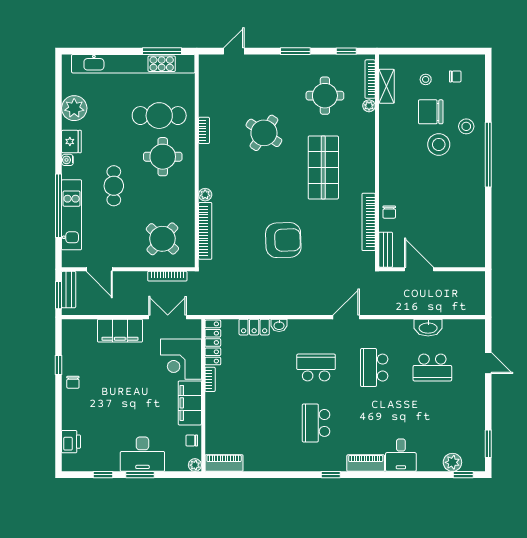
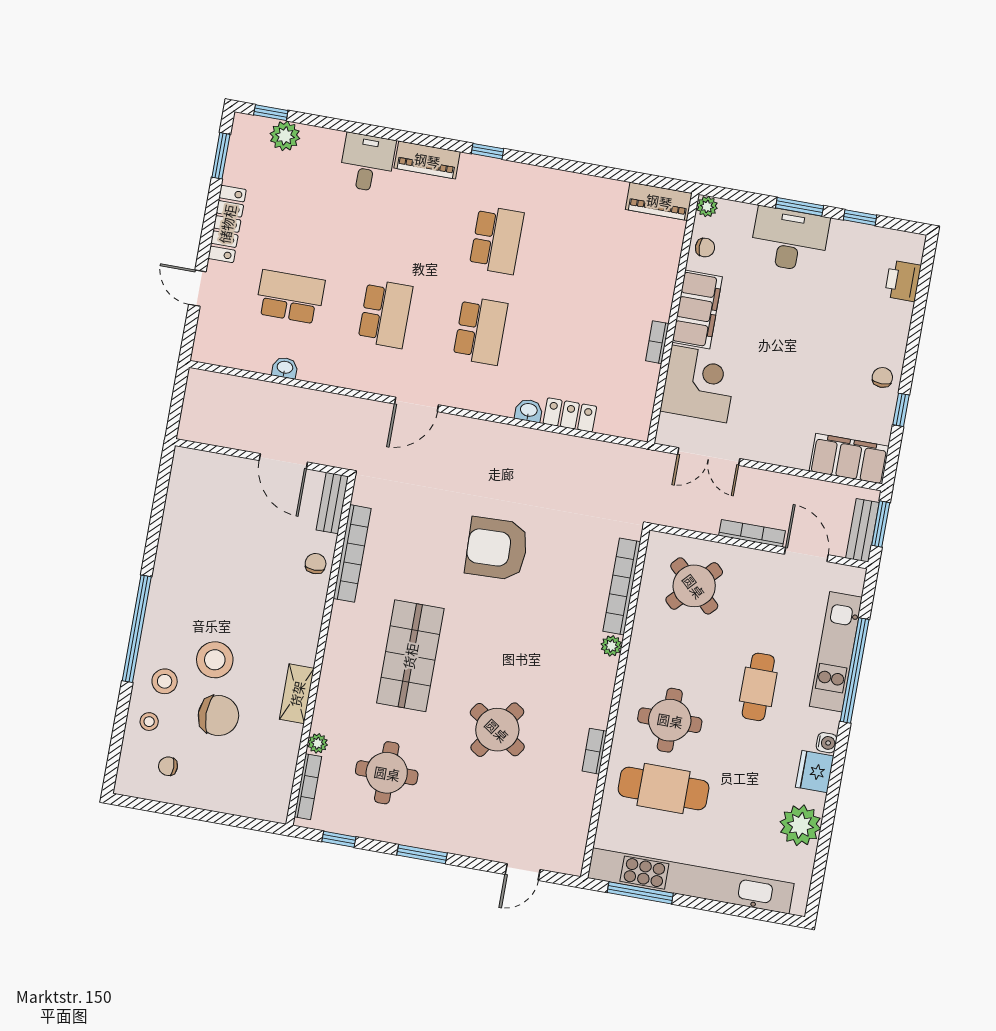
stool: (426, 79) -> (149, 722), moved
shelving: (387, 86) -> (297, 694), moved
bookcase: (167, 276) -> (752, 533), moved
washbasin: (428, 328) -> (285, 368), width x0.52, depth x0.69
filing cabinet: (120, 331) -> (849, 459), moved
locker: (213, 342) -> (227, 224), moved, turned 180
school desk: (316, 368) -> (480, 331), turned -90

